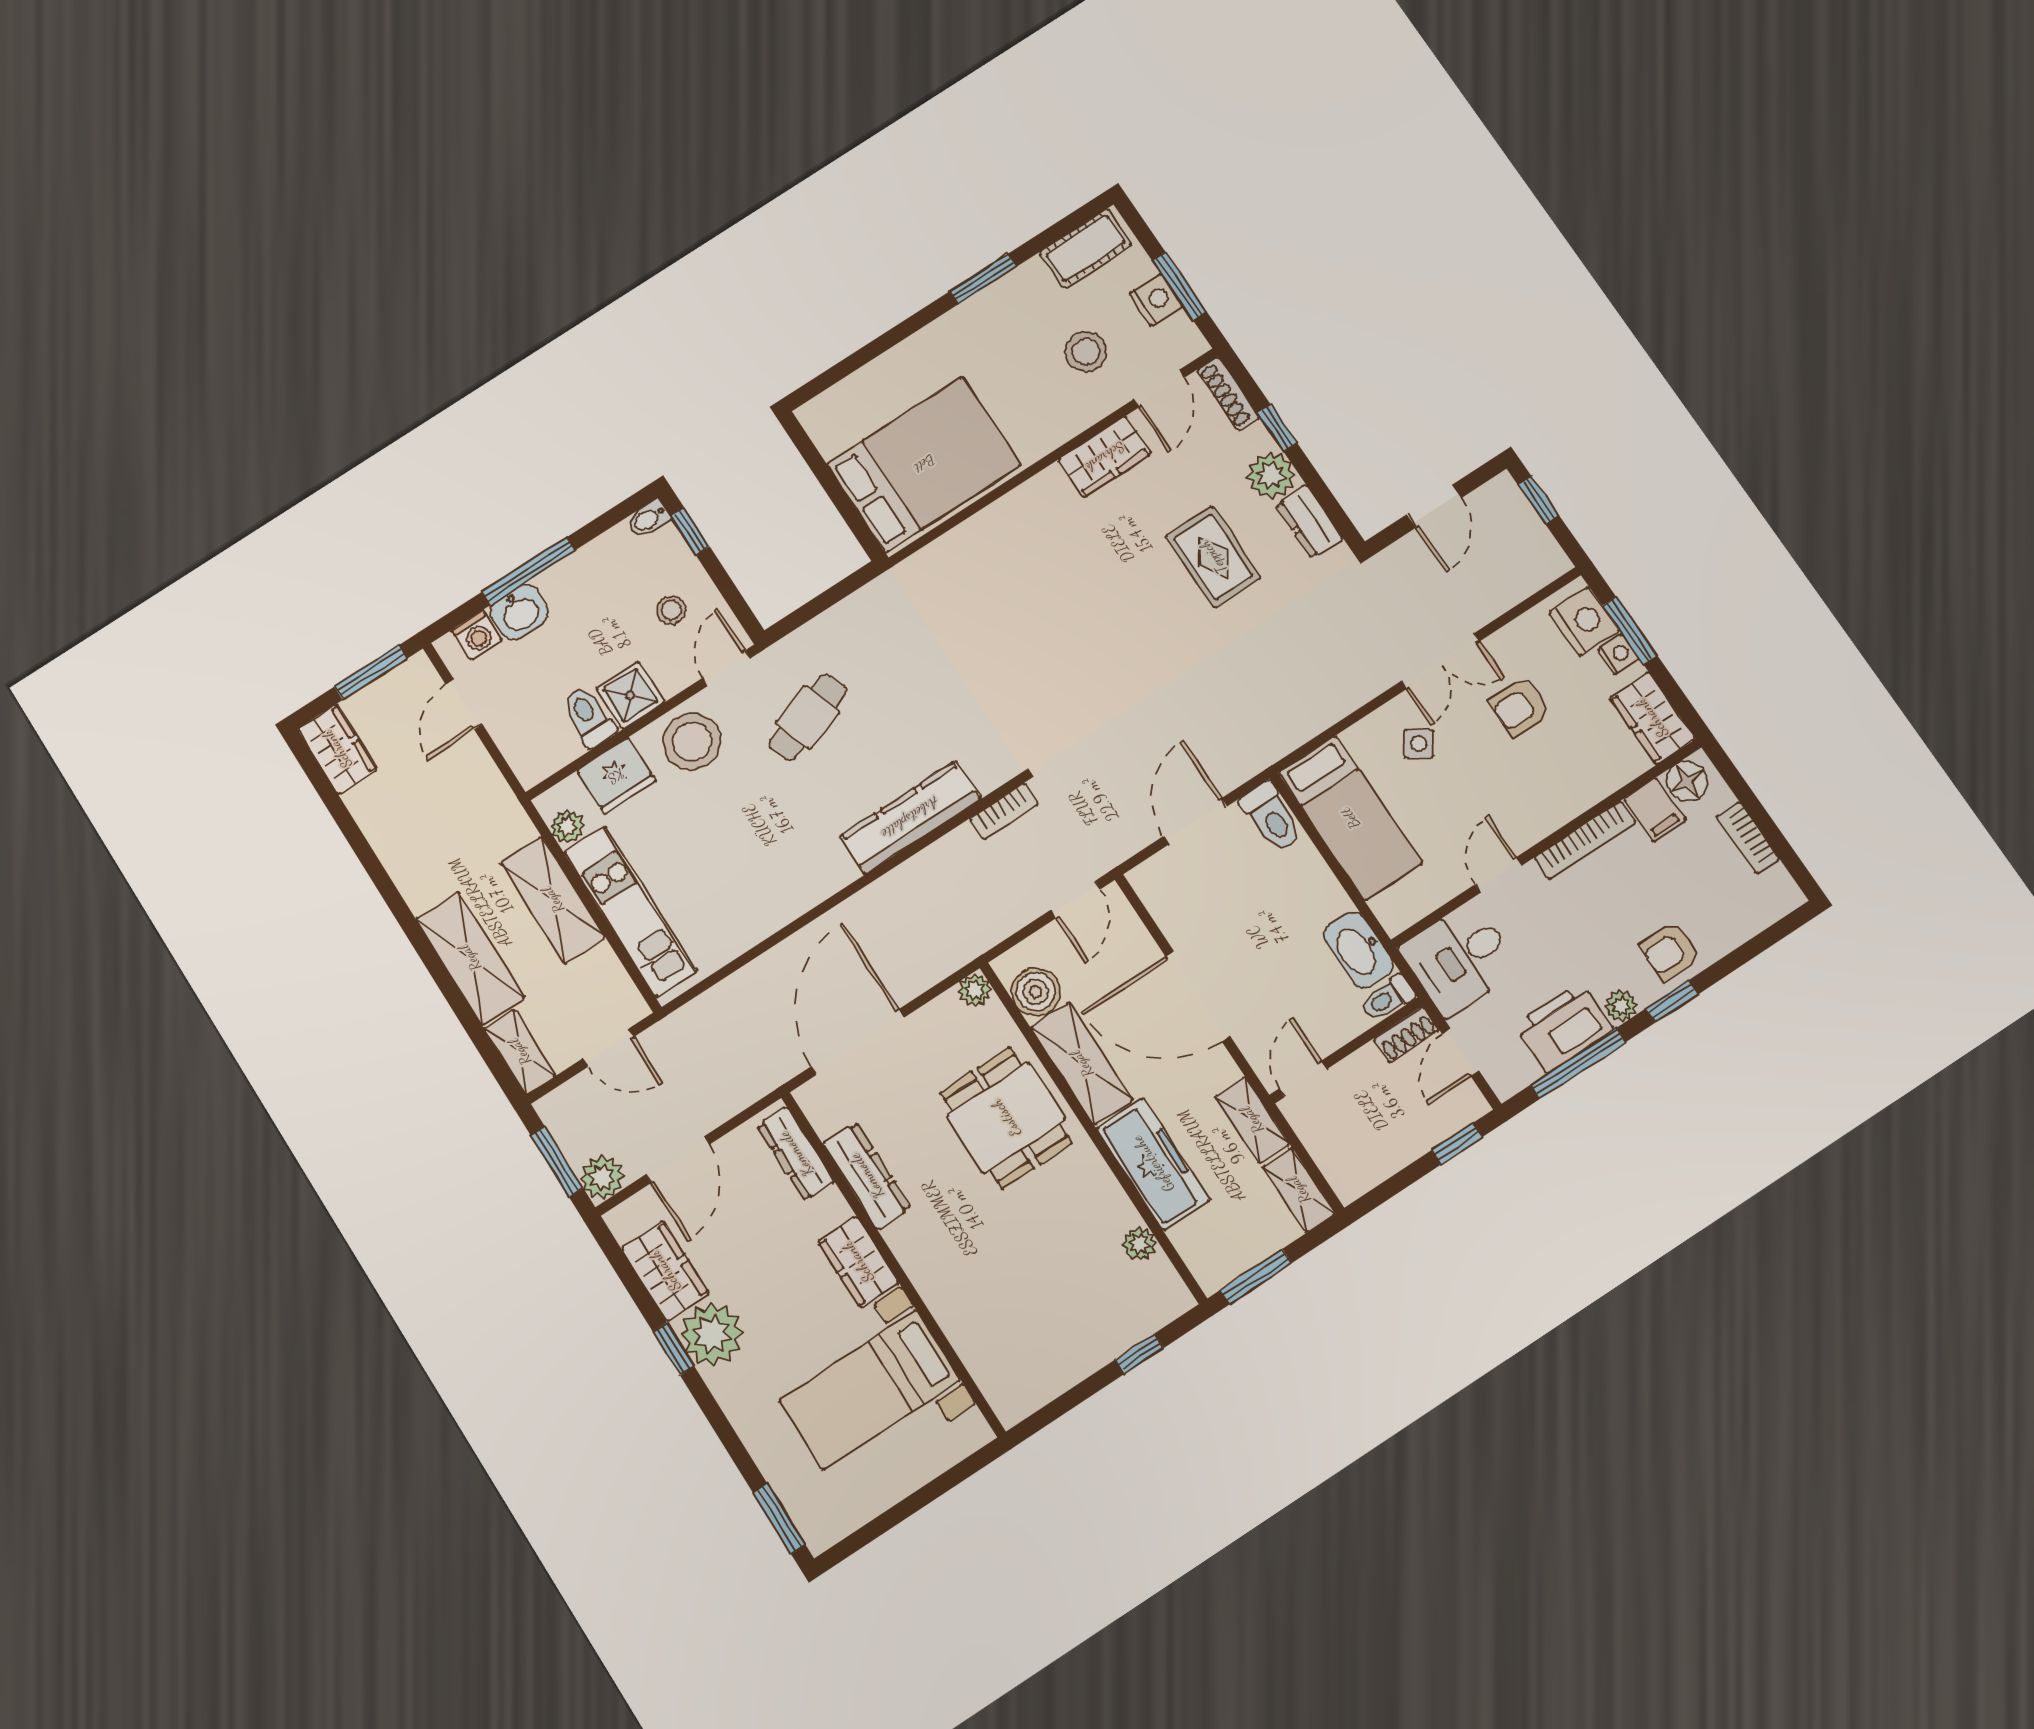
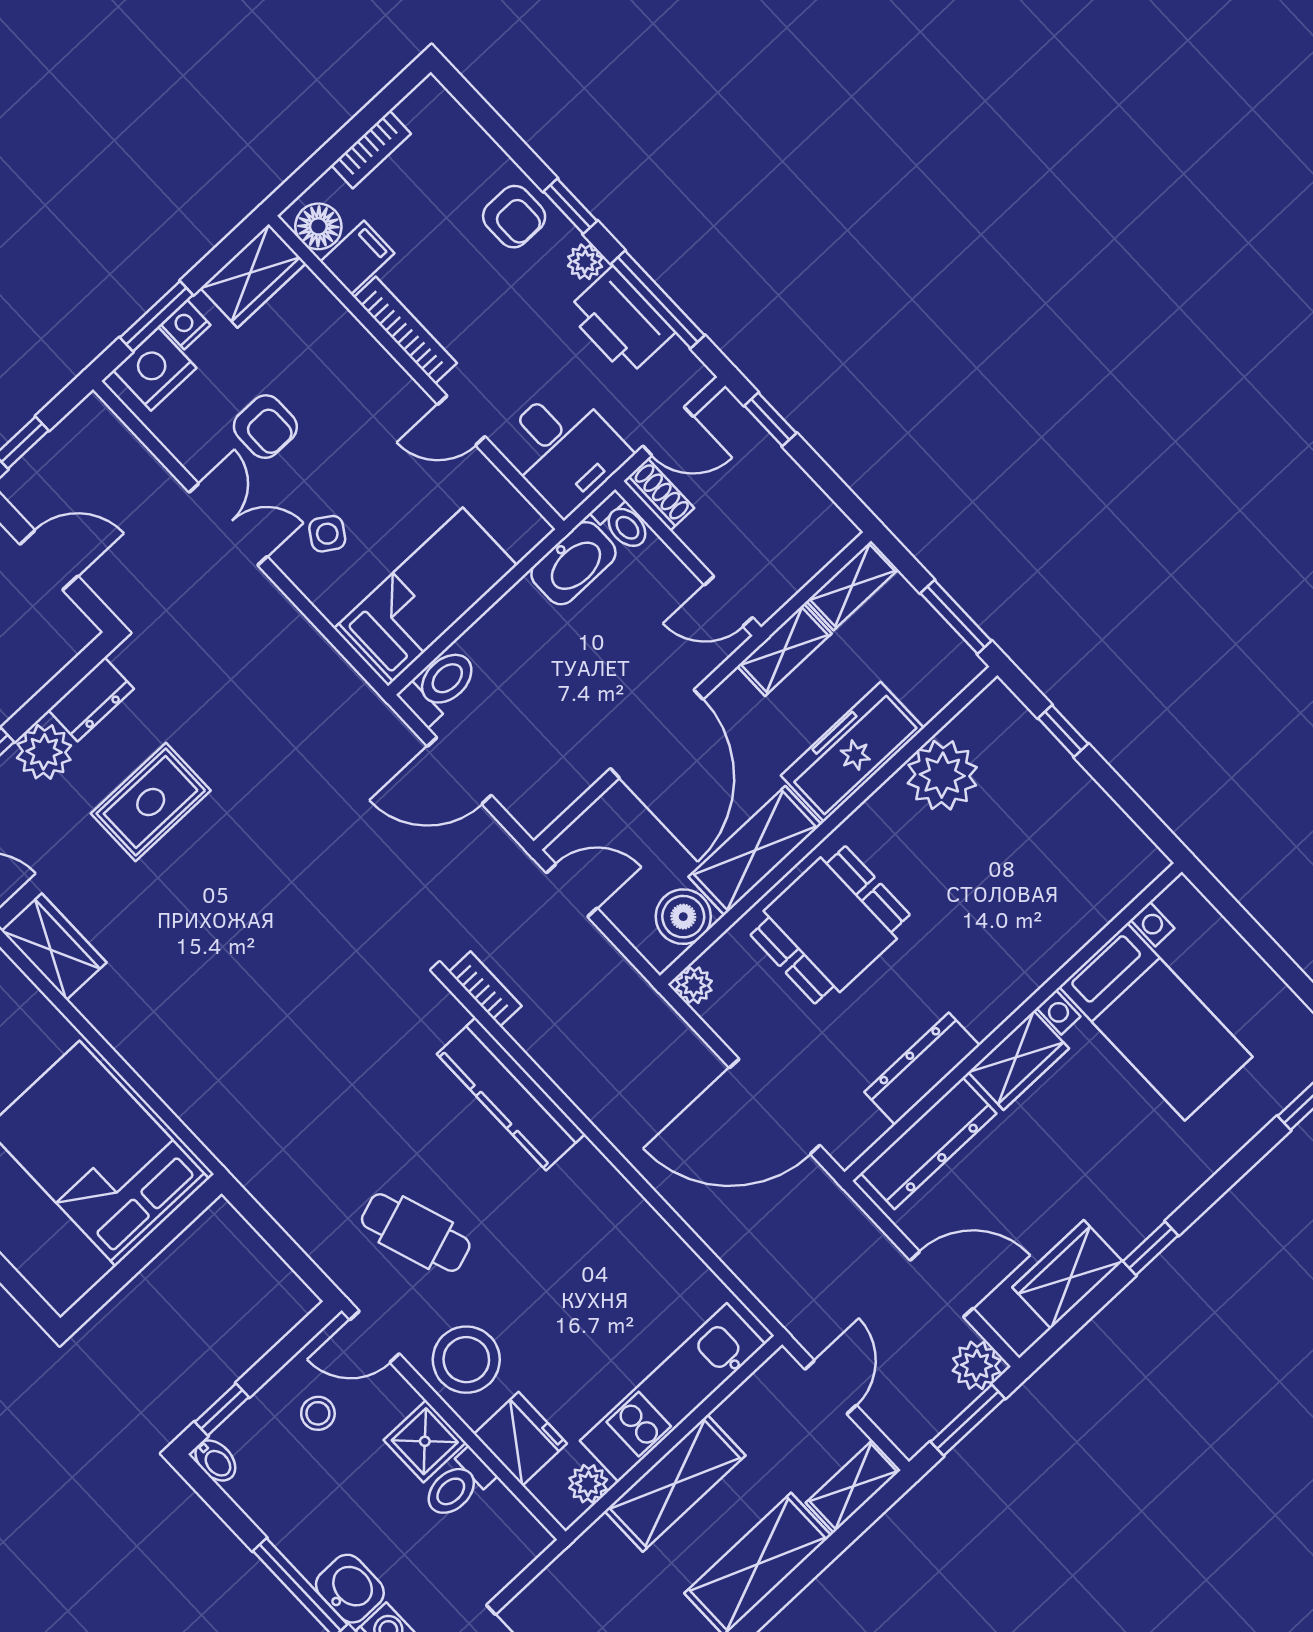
dresser: (796, 1154) -> (929, 1143), width x1.37, depth x1.24
plant: (1139, 1244) -> (942, 775), width x1.87, depth x1.87
plant: (712, 1334) -> (1127, 1209), removed

